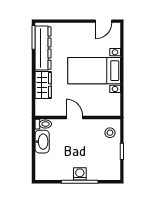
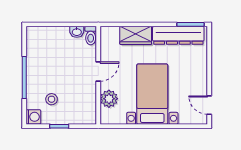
plant: (98, 108) -> (109, 99), added
stool: (110, 133) -> (52, 99), moved
washbasin: (42, 142) -> (77, 32), width x0.52, depth x0.69
washing machine: (80, 174) -> (33, 117), moved

